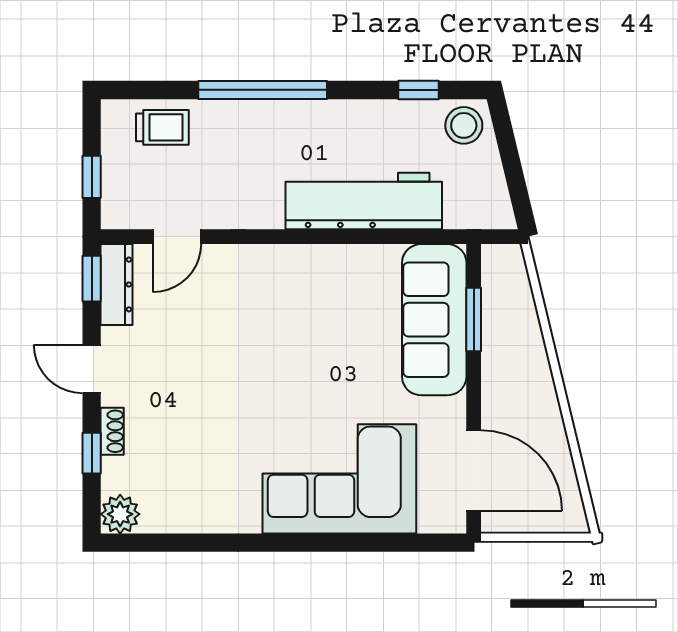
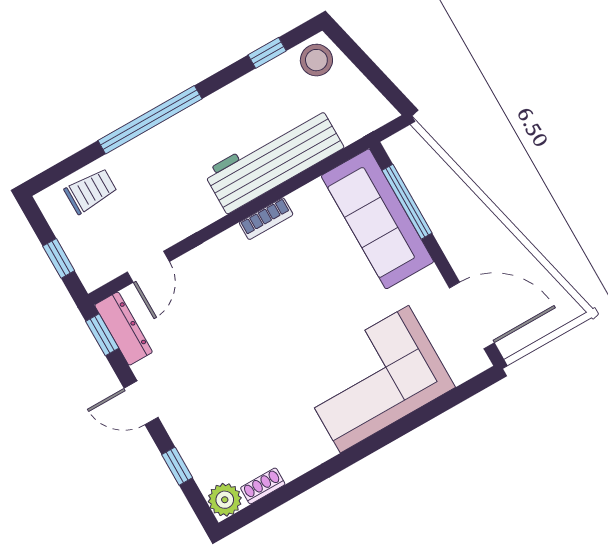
bookcase: (322, 256) -> (266, 219), added
window: (474, 319) -> (407, 202), width x1.44
shoe rack: (112, 431) -> (263, 486), moved, turned -90

